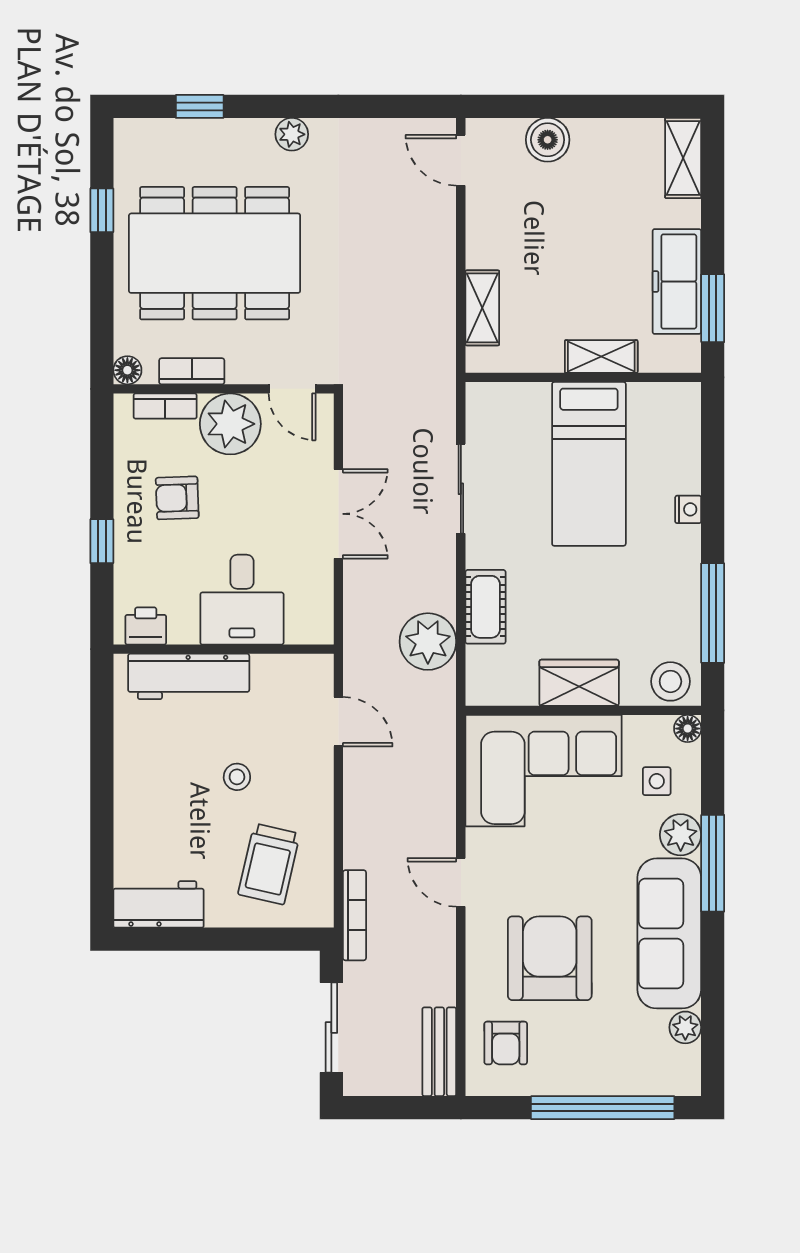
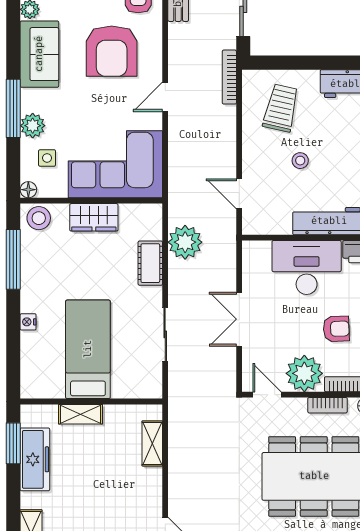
desk: (242, 600) -> (307, 267), width x1.37
door: (461, 882) -> (165, 97), swing flipped
sofa: (669, 933) -> (39, 54), width x0.73

